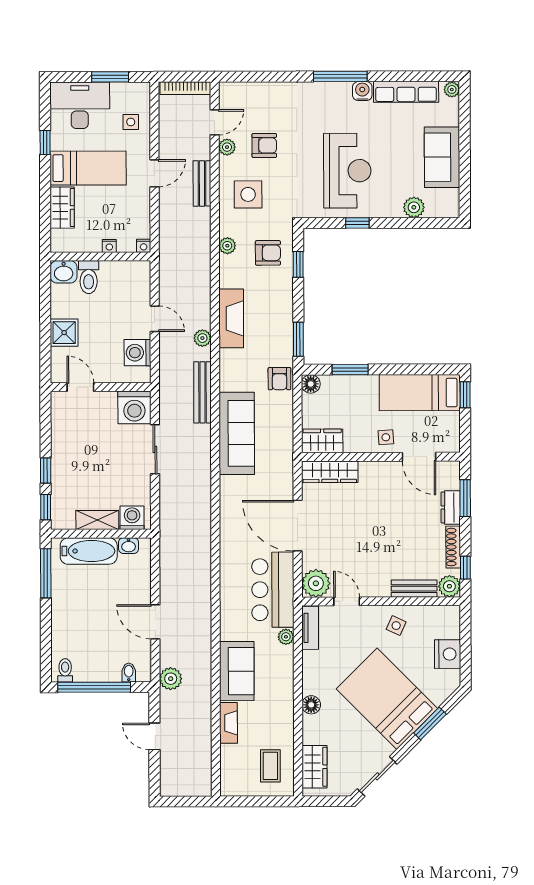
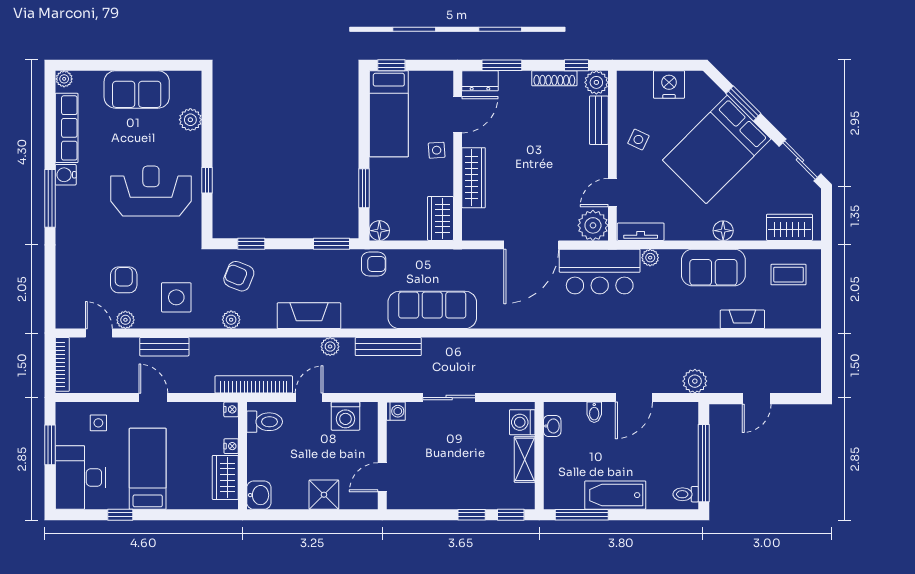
wardrobe: (62, 208) -> (225, 477), moved, turned -90
armchair: (268, 253) -> (239, 276), turned -68
bookcase: (167, 267) -> (254, 384), added
toilet: (89, 277) -> (265, 422), moved
washing machine: (134, 407) -> (396, 411), width x0.53, depth x0.53
wardrobe: (330, 472) -> (474, 178), moved
dresser: (451, 507) -> (480, 81), moved
bathtub: (89, 551) -> (615, 495), moved, turned -90
sofa: (237, 671) -> (713, 268), moved, turned 180
bidet: (129, 672) -> (594, 412), moved, turned -90

